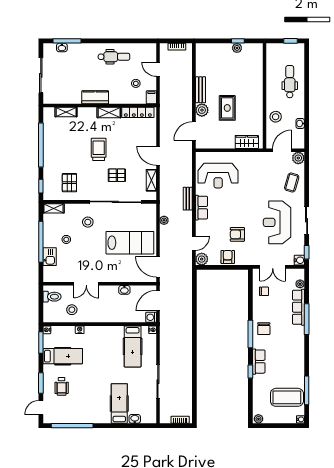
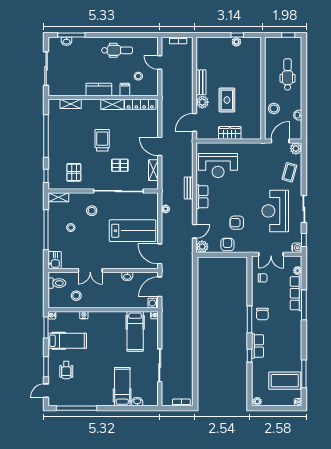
filing cabinet: (151, 97) -> (125, 90), moved
wardrobe: (247, 142) -> (230, 133), moved
kitchen sink: (50, 257) -> (55, 260), moved

